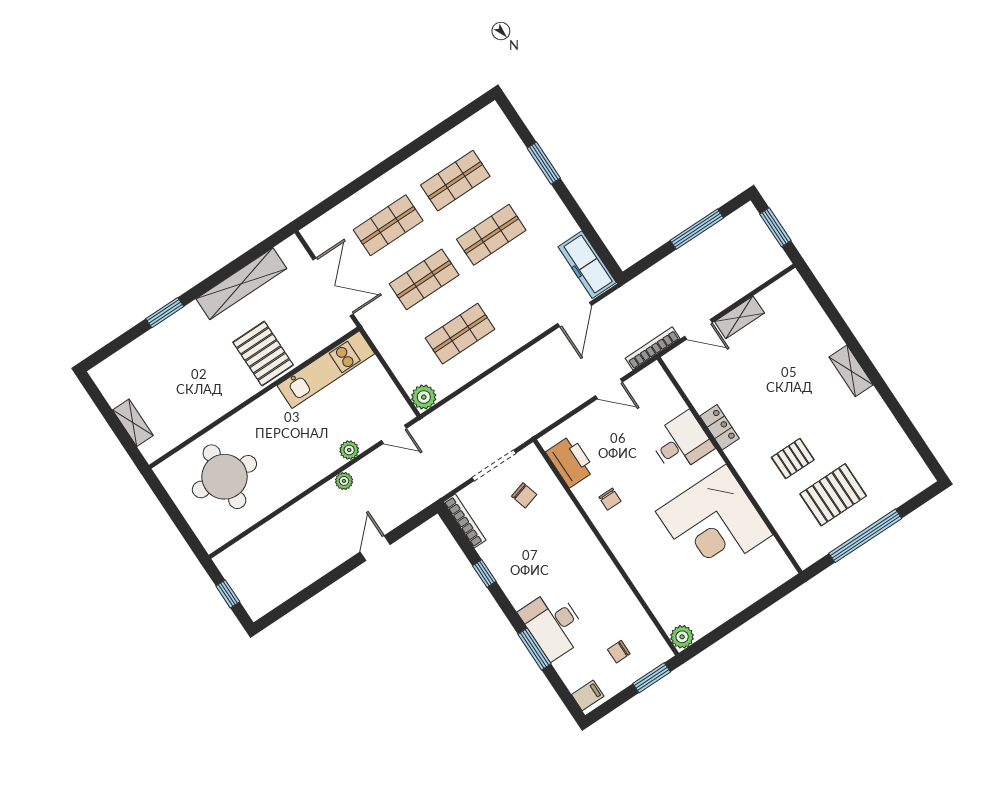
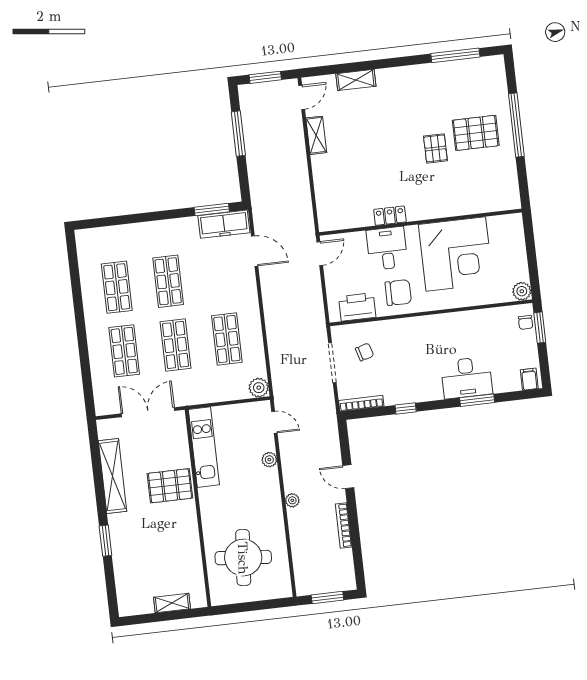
window: (544, 163) -> (212, 209), moved
door: (698, 329) -> (302, 97), moved
bookcase: (653, 348) -> (344, 526), moved
shelving: (851, 371) -> (356, 80), moved
locker: (720, 427) -> (390, 216), moved
window: (909, 428) -> (455, 55), added
door: (394, 434) -> (274, 422), hinge flipped
desk: (681, 443) -> (387, 248), moved
wall: (730, 465) -> (421, 222), moved
plant: (344, 481) -> (292, 500), moved
pallet: (833, 495) -> (476, 133), turned 90
chair: (610, 499) -> (398, 293), width x1.87, depth x1.87
corner desk: (714, 523) -> (456, 254), moved
window: (228, 594) -> (327, 597), width x1.50
chair: (619, 652) -> (526, 322), moved

